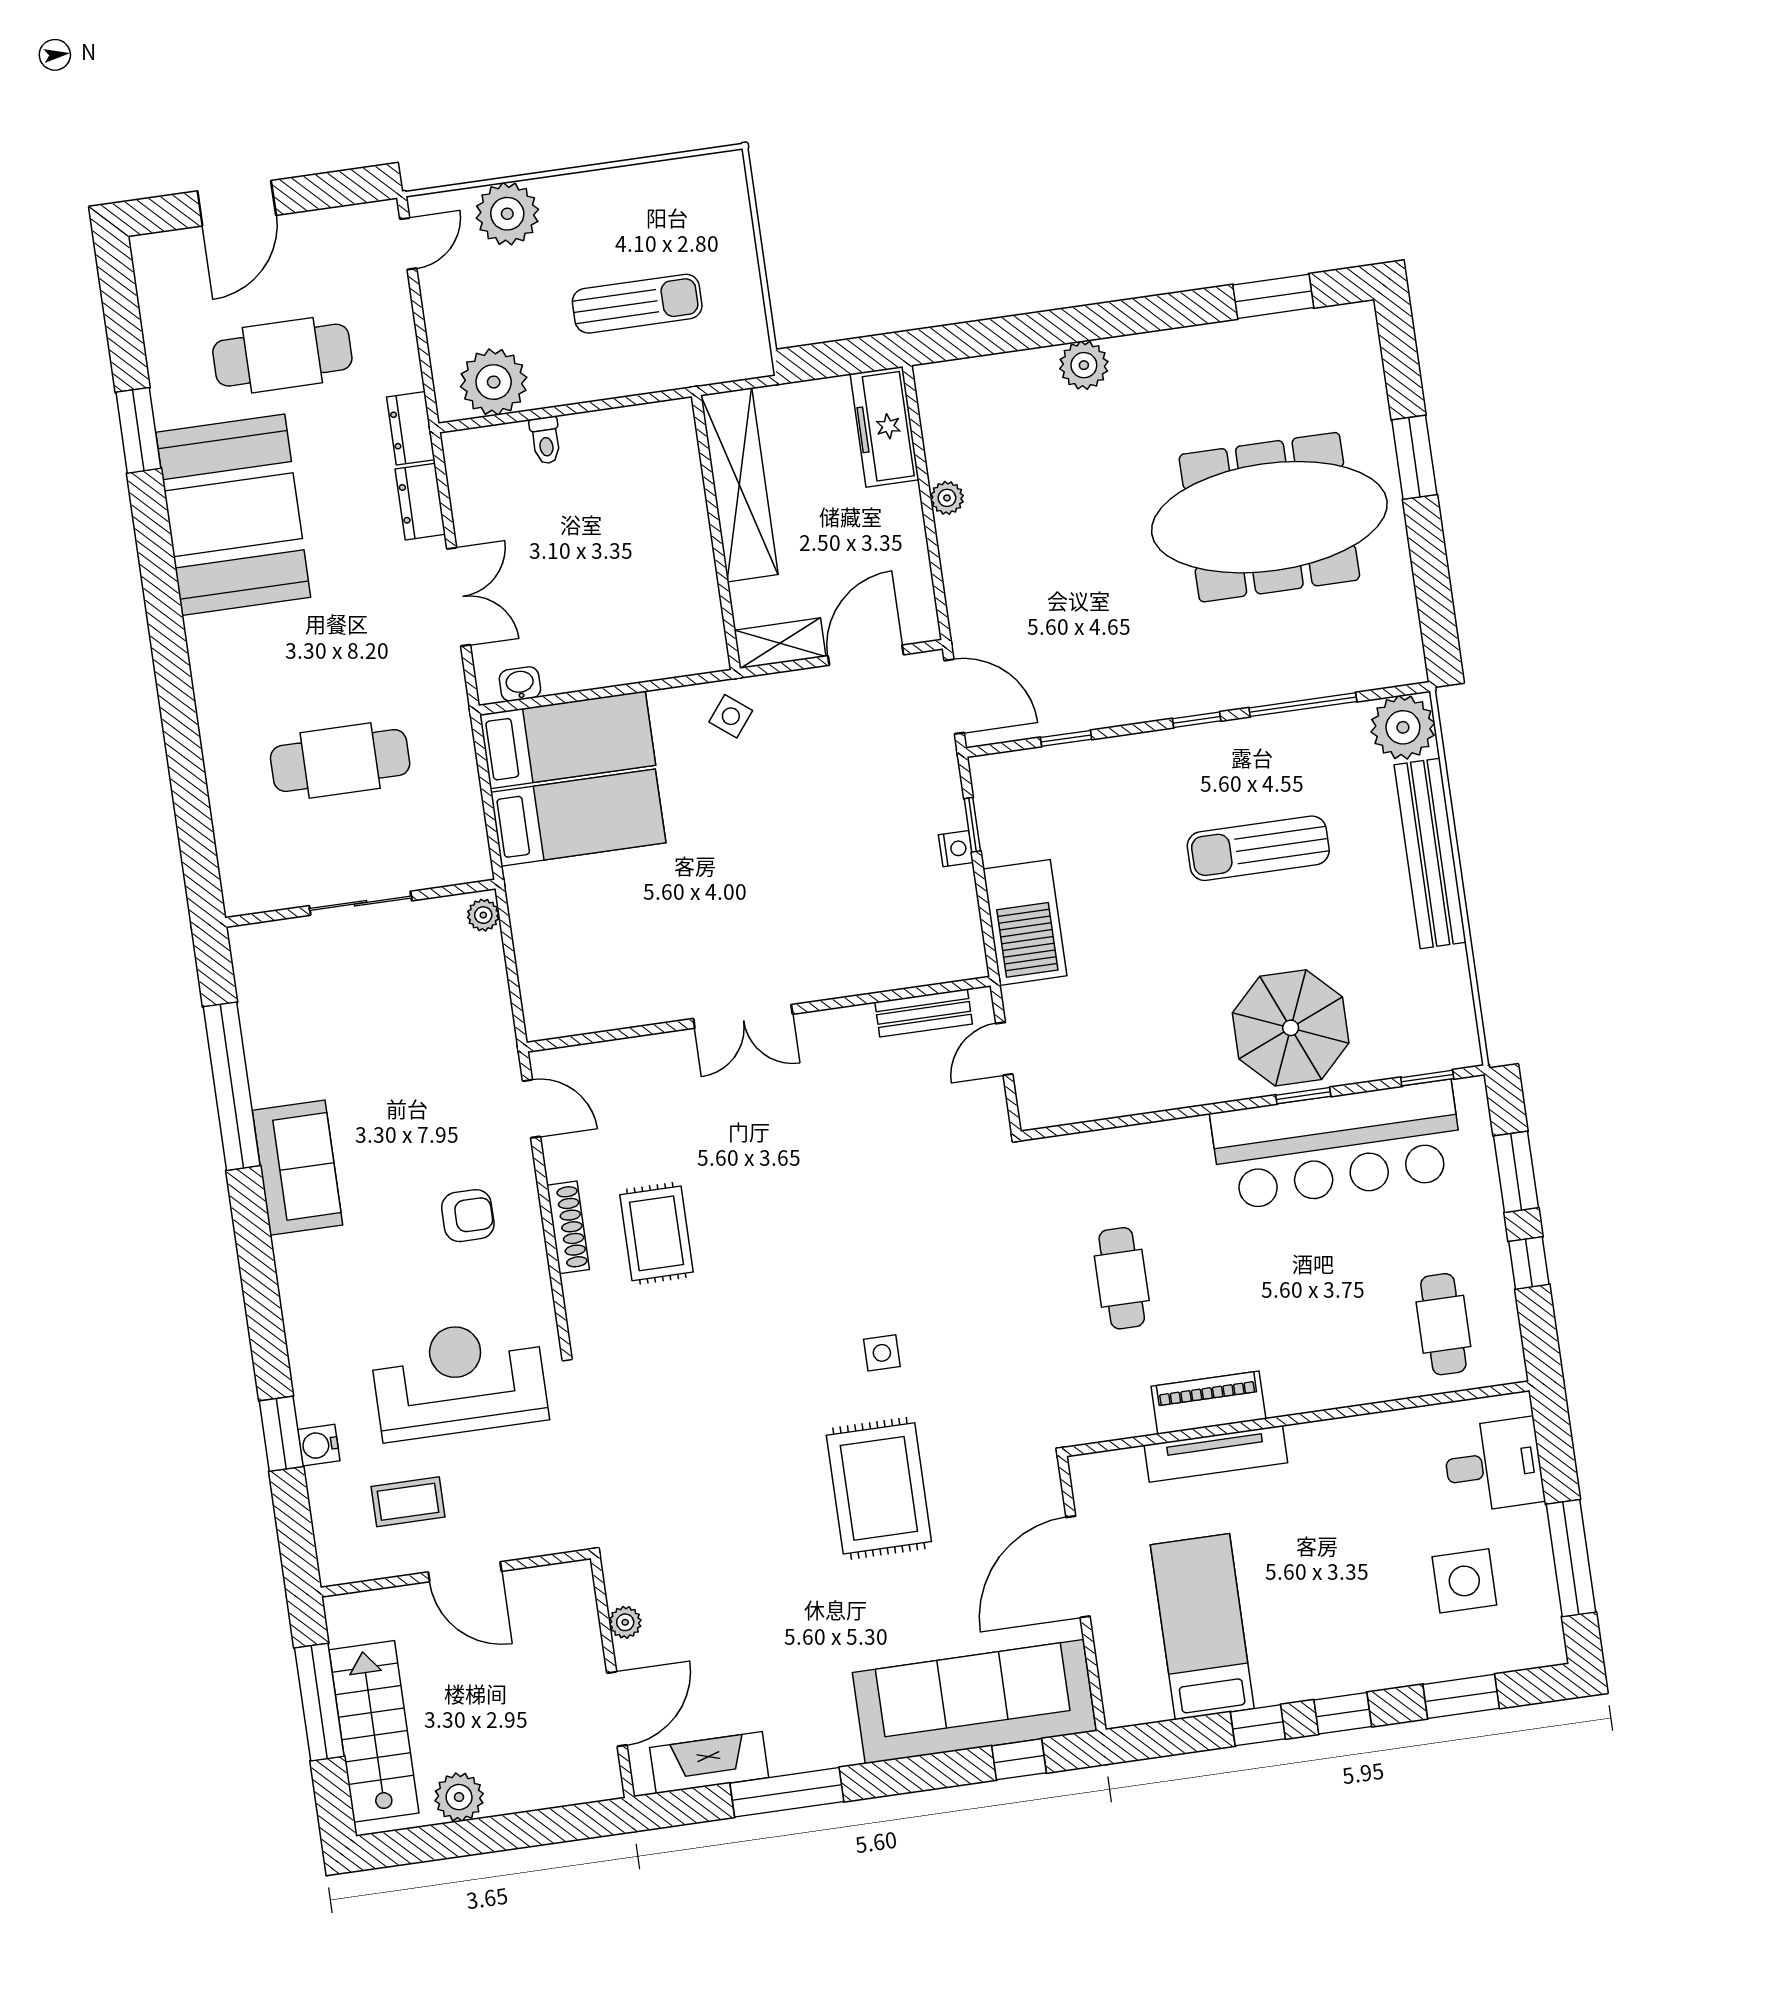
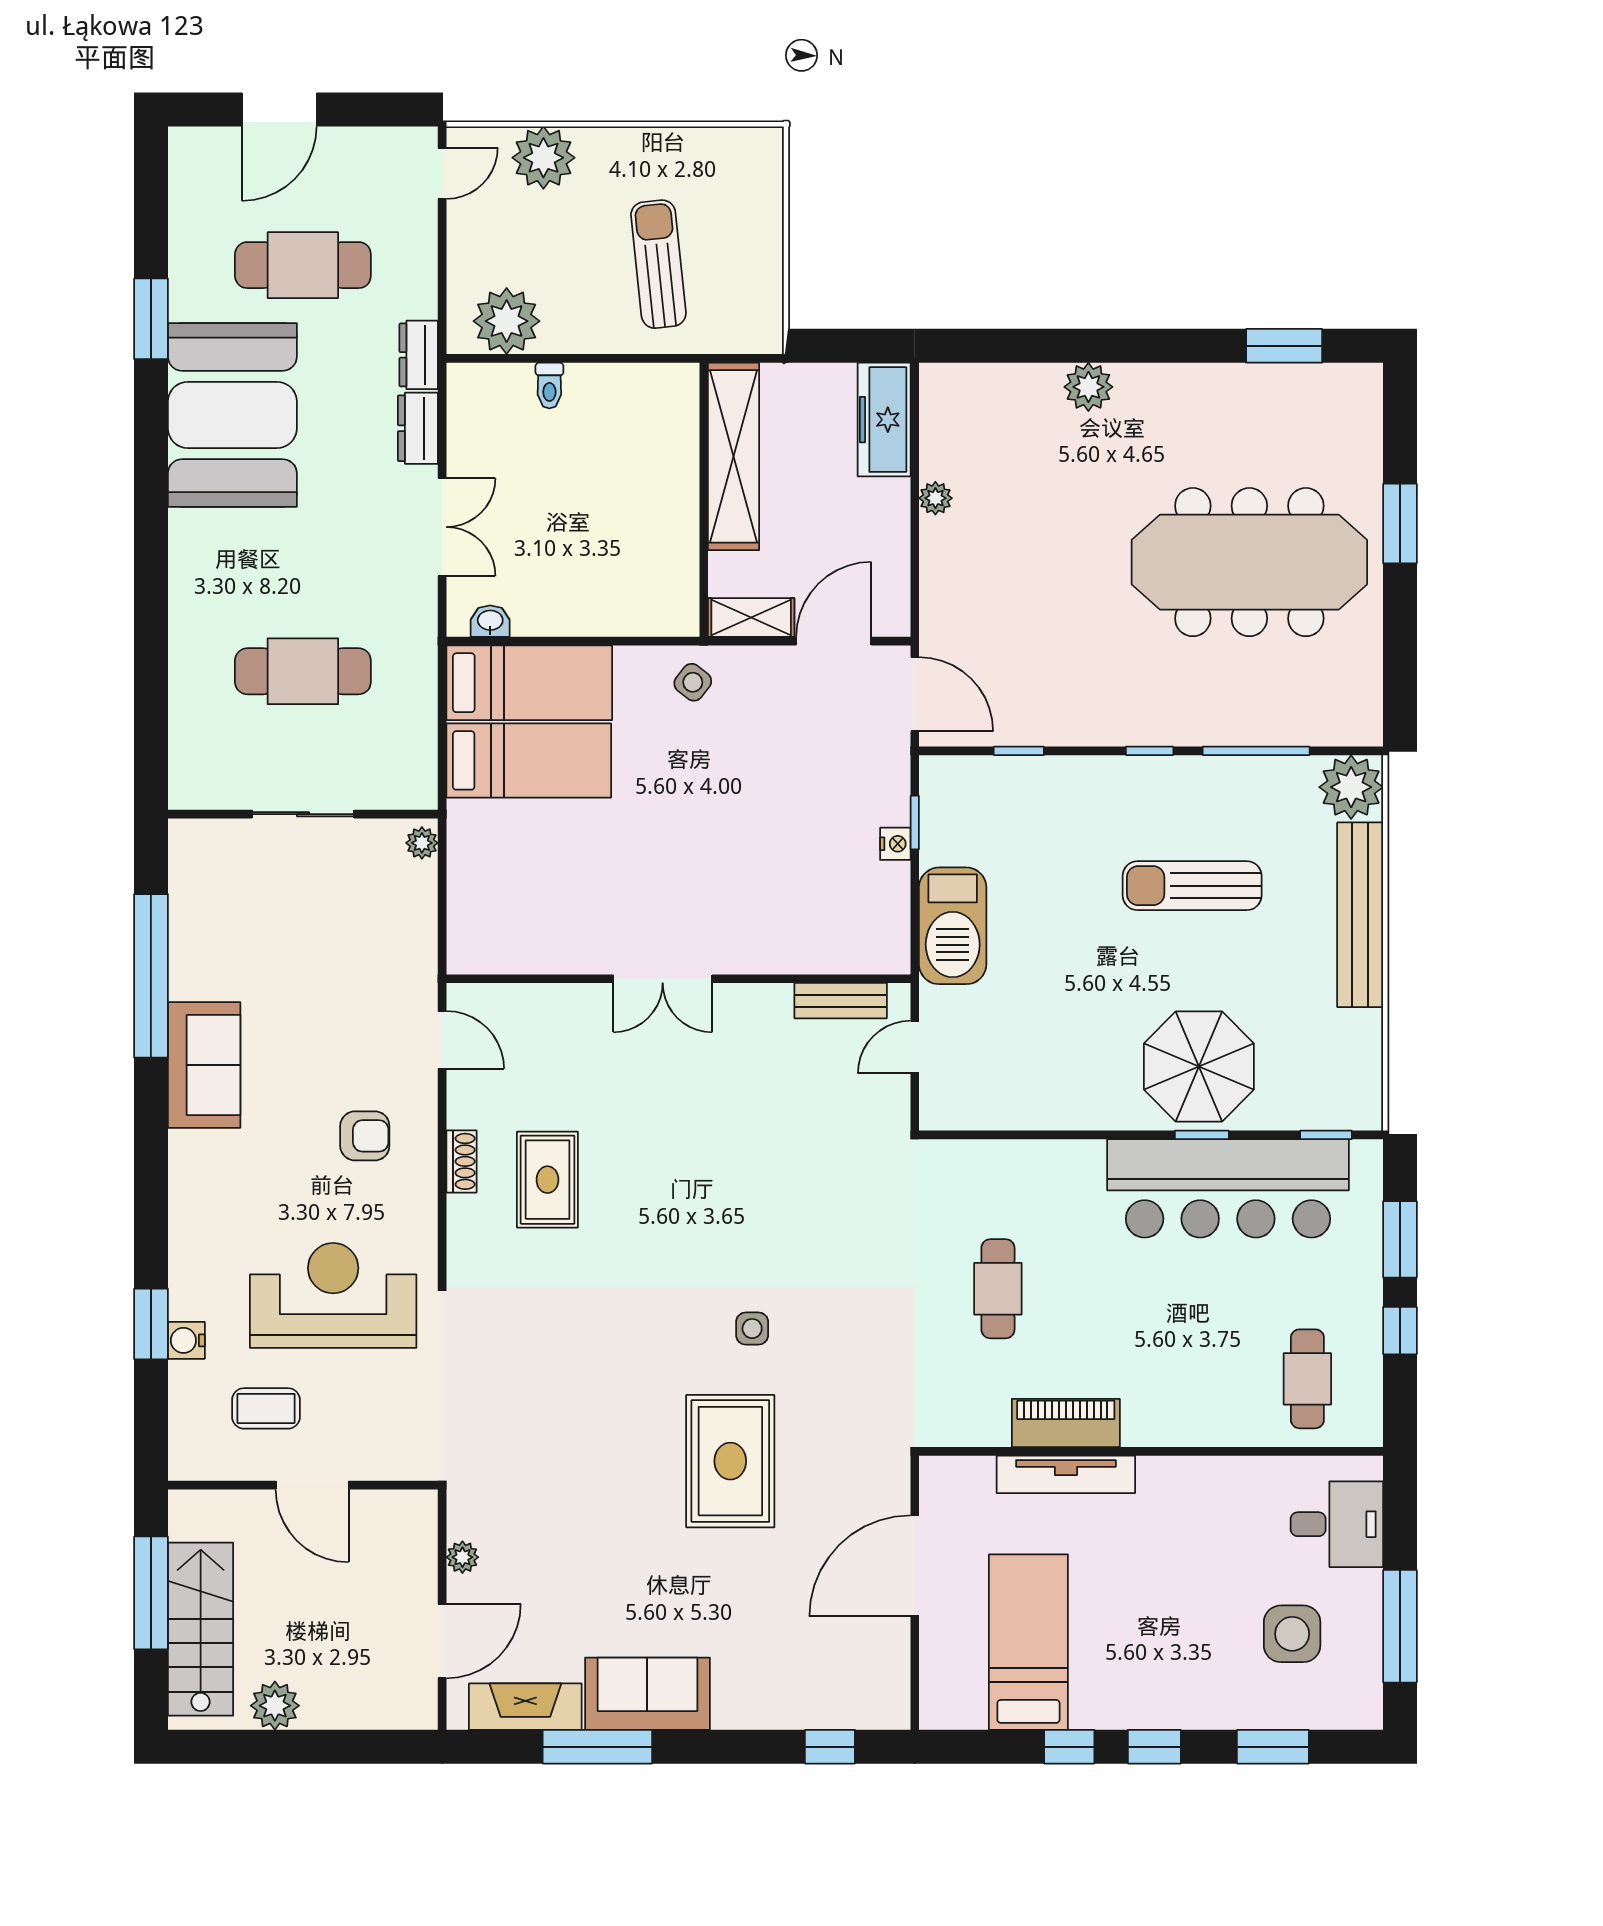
sun lounger: (637, 304) -> (658, 264), turned -96
shoe rack: (568, 1227) -> (461, 1161), width x0.70
sofa: (974, 1702) -> (647, 1694), moved, width x0.54, depth x0.79

